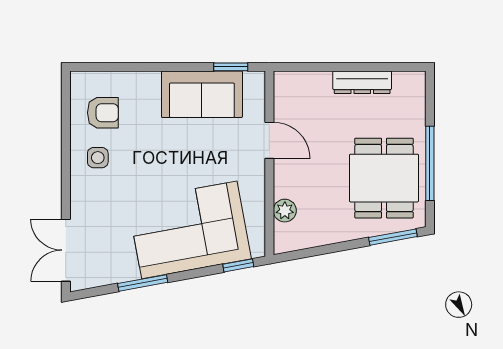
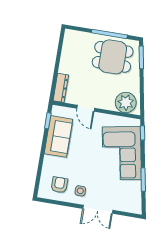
dresser: (362, 82) -> (61, 88), moved
door: (269, 140) -> (86, 108), swing flipped
plant: (285, 211) -> (126, 103), width x1.88, depth x1.88
double door: (66, 250) -> (98, 209), moved

